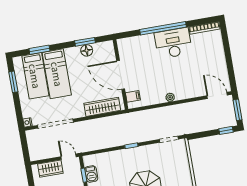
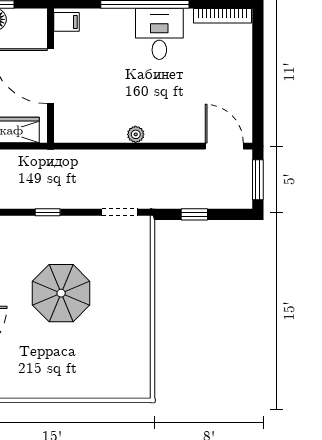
desk: (173, 43) -> (159, 34), width x0.73
filing cabinet: (133, 96) -> (67, 22), moved
window: (226, 130) -> (194, 214), moved

